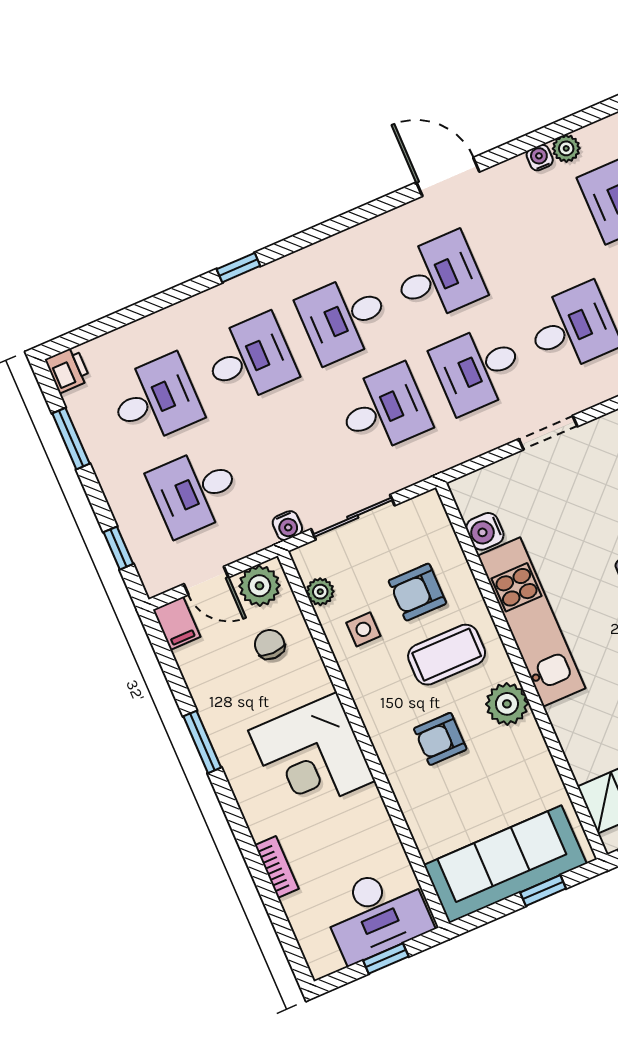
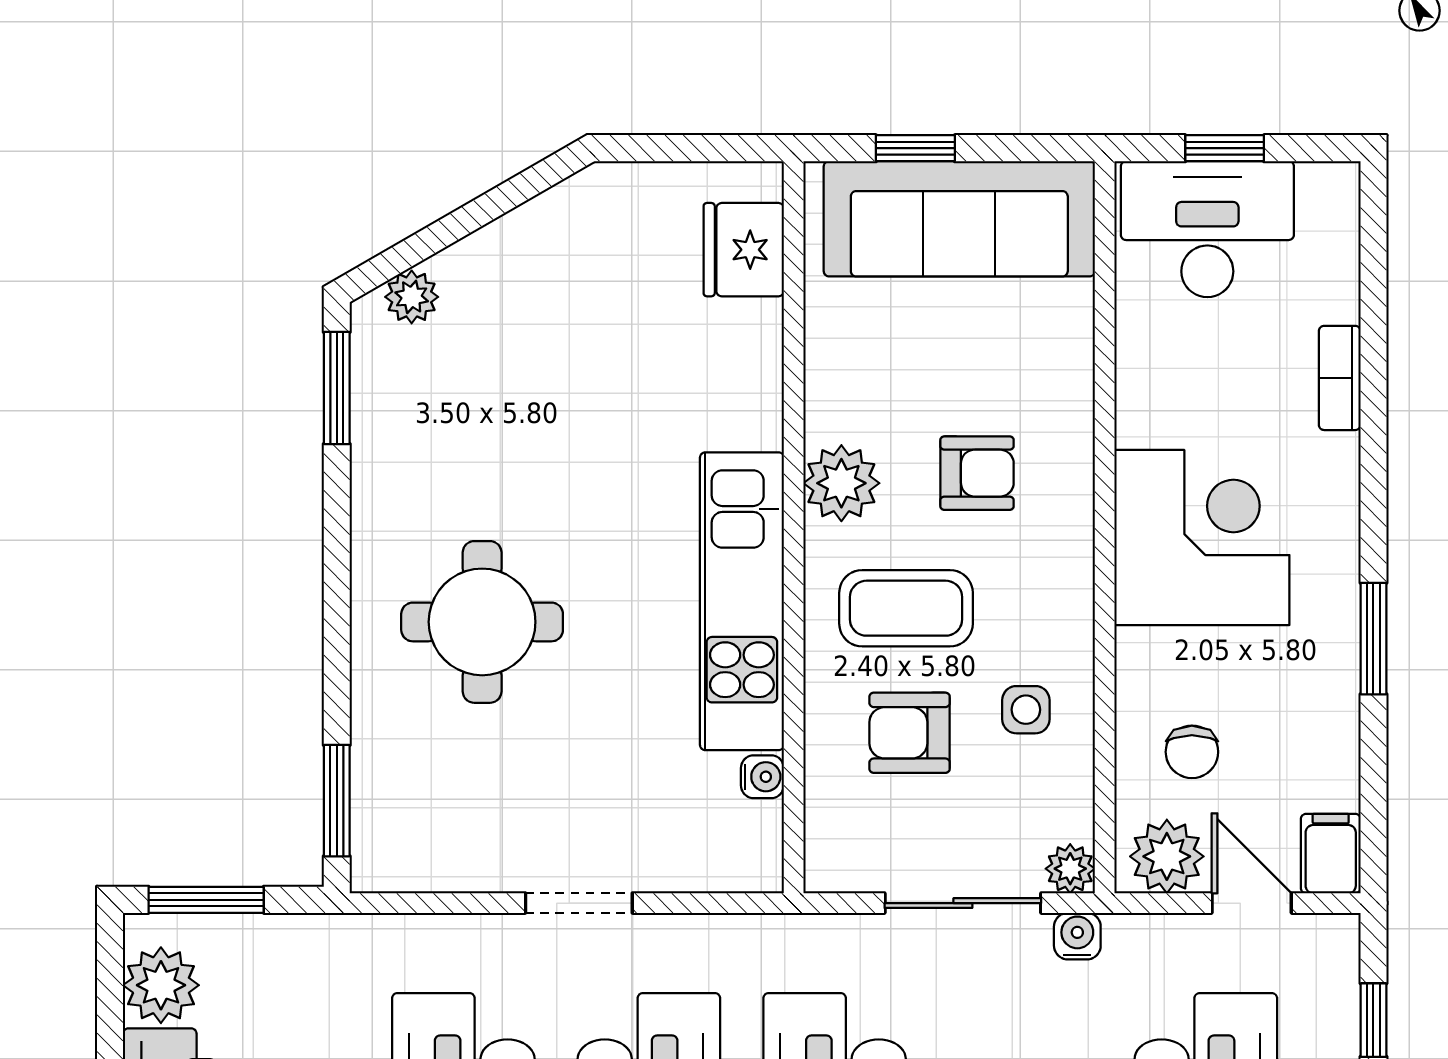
water cooler: (485, 531) -> (762, 777), width x0.72, depth x0.72
plant: (320, 592) -> (1070, 869), moved
armchair: (417, 592) -> (910, 733), turned 180

